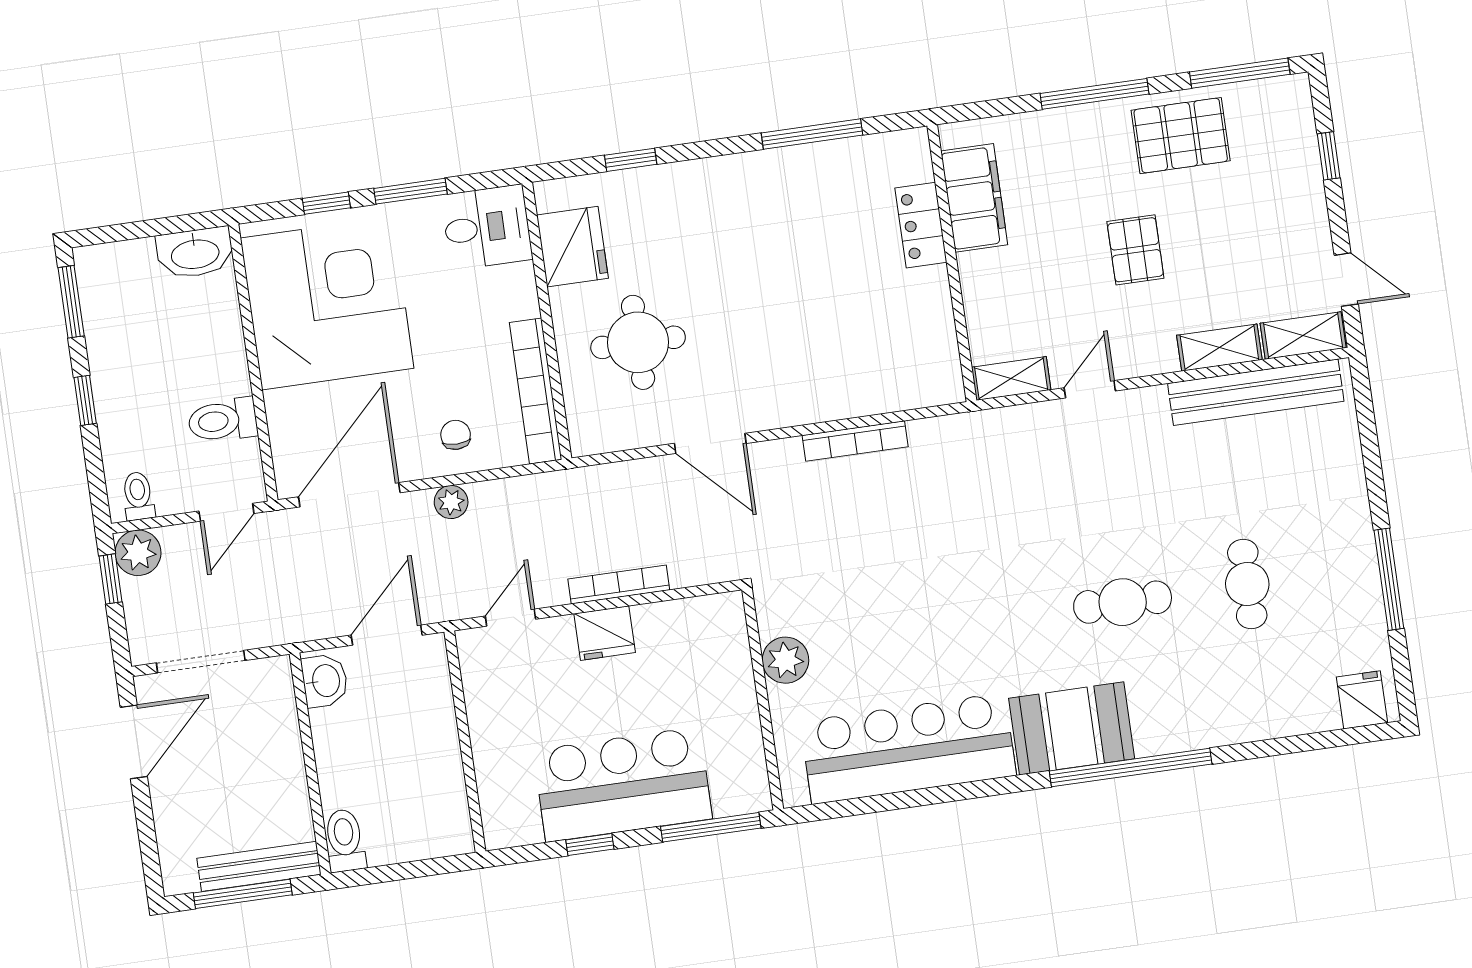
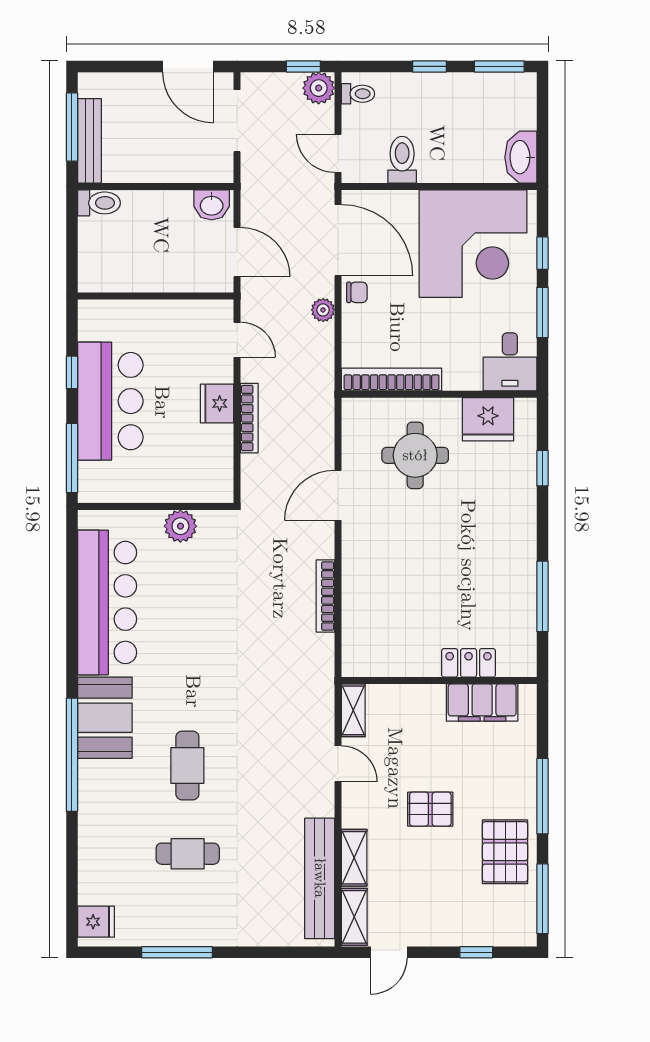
chair: (456, 435) -> (357, 292), moved

